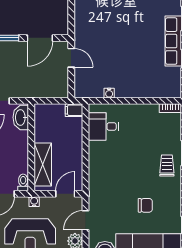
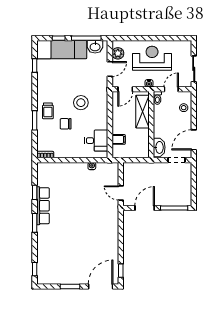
filing cabinet: (74, 110) -> (119, 139), moved
stool: (123, 176) -> (81, 103), added
chair: (145, 205) -> (66, 124), moved

